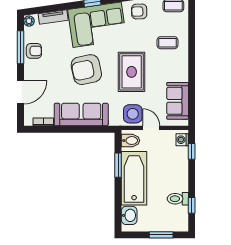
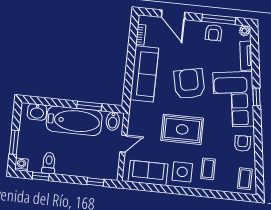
side table: (133, 114) -> (182, 172), moved
washing machine: (182, 140) -> (21, 165), moved

